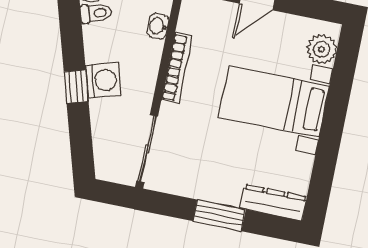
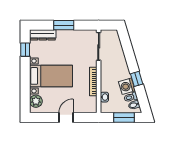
washing machine: (103, 80) -> (127, 86), moved
window: (76, 87) -> (137, 79), moved
window: (322, 176) -> (25, 50), added

